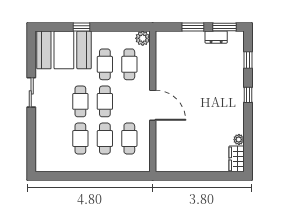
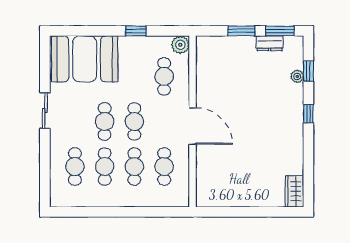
window: (81, 27) -> (136, 31), moved
cafe table: (105, 64) -> (75, 167), moved
plant: (239, 140) -> (297, 76), moved

